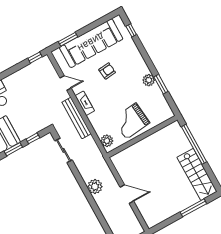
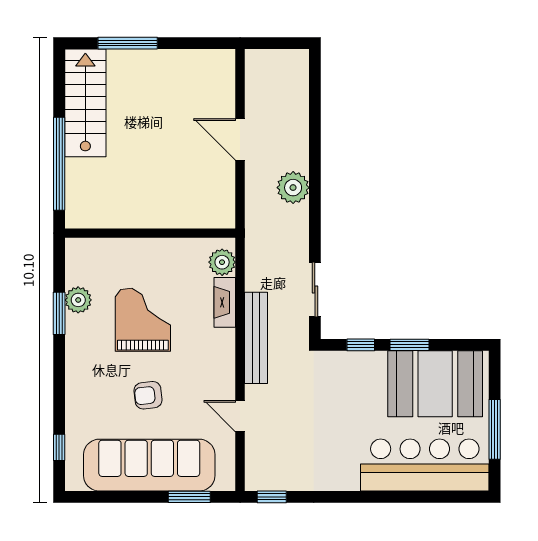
plant: (149, 80) -> (78, 300), moved
fireplace: (85, 103) -> (225, 302), moved
grand piano: (131, 121) -> (143, 320), moved, turned -84

